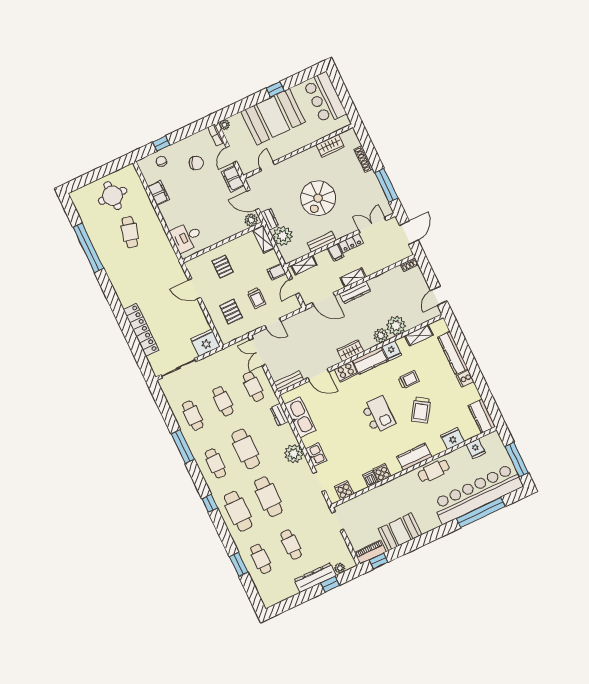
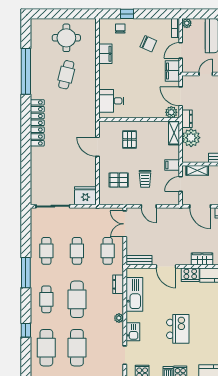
pallet: (231, 312) -> (119, 180), turned 90
locker: (141, 330) -> (37, 123), moved
kitchen island: (378, 415) -> (178, 329), moved
plant: (294, 454) -> (119, 318), width x0.53, depth x0.53

